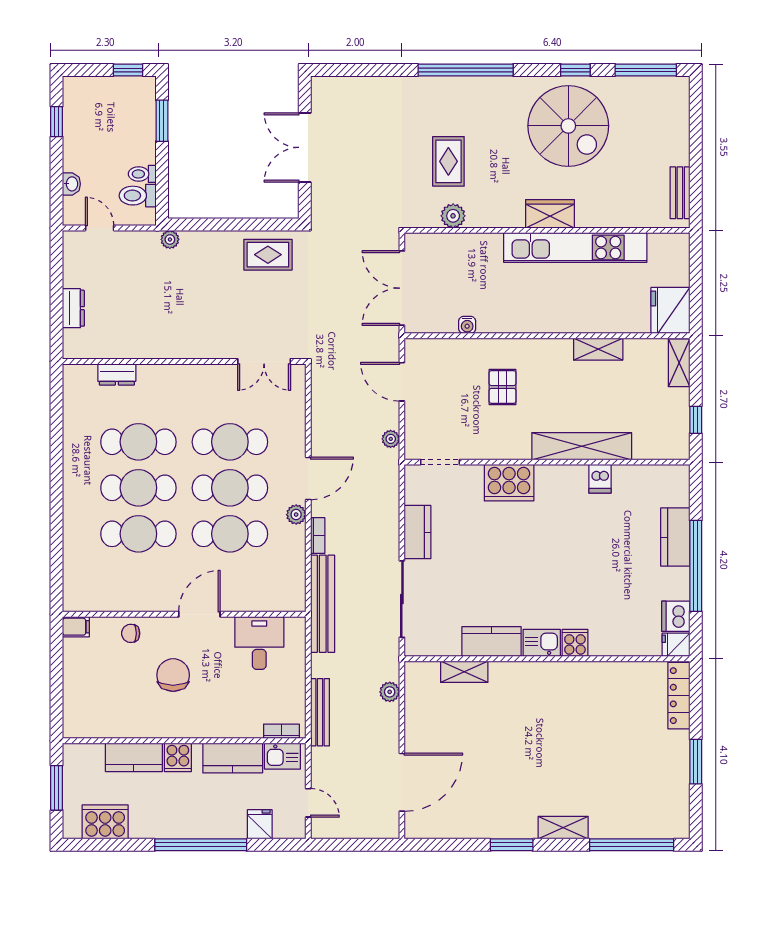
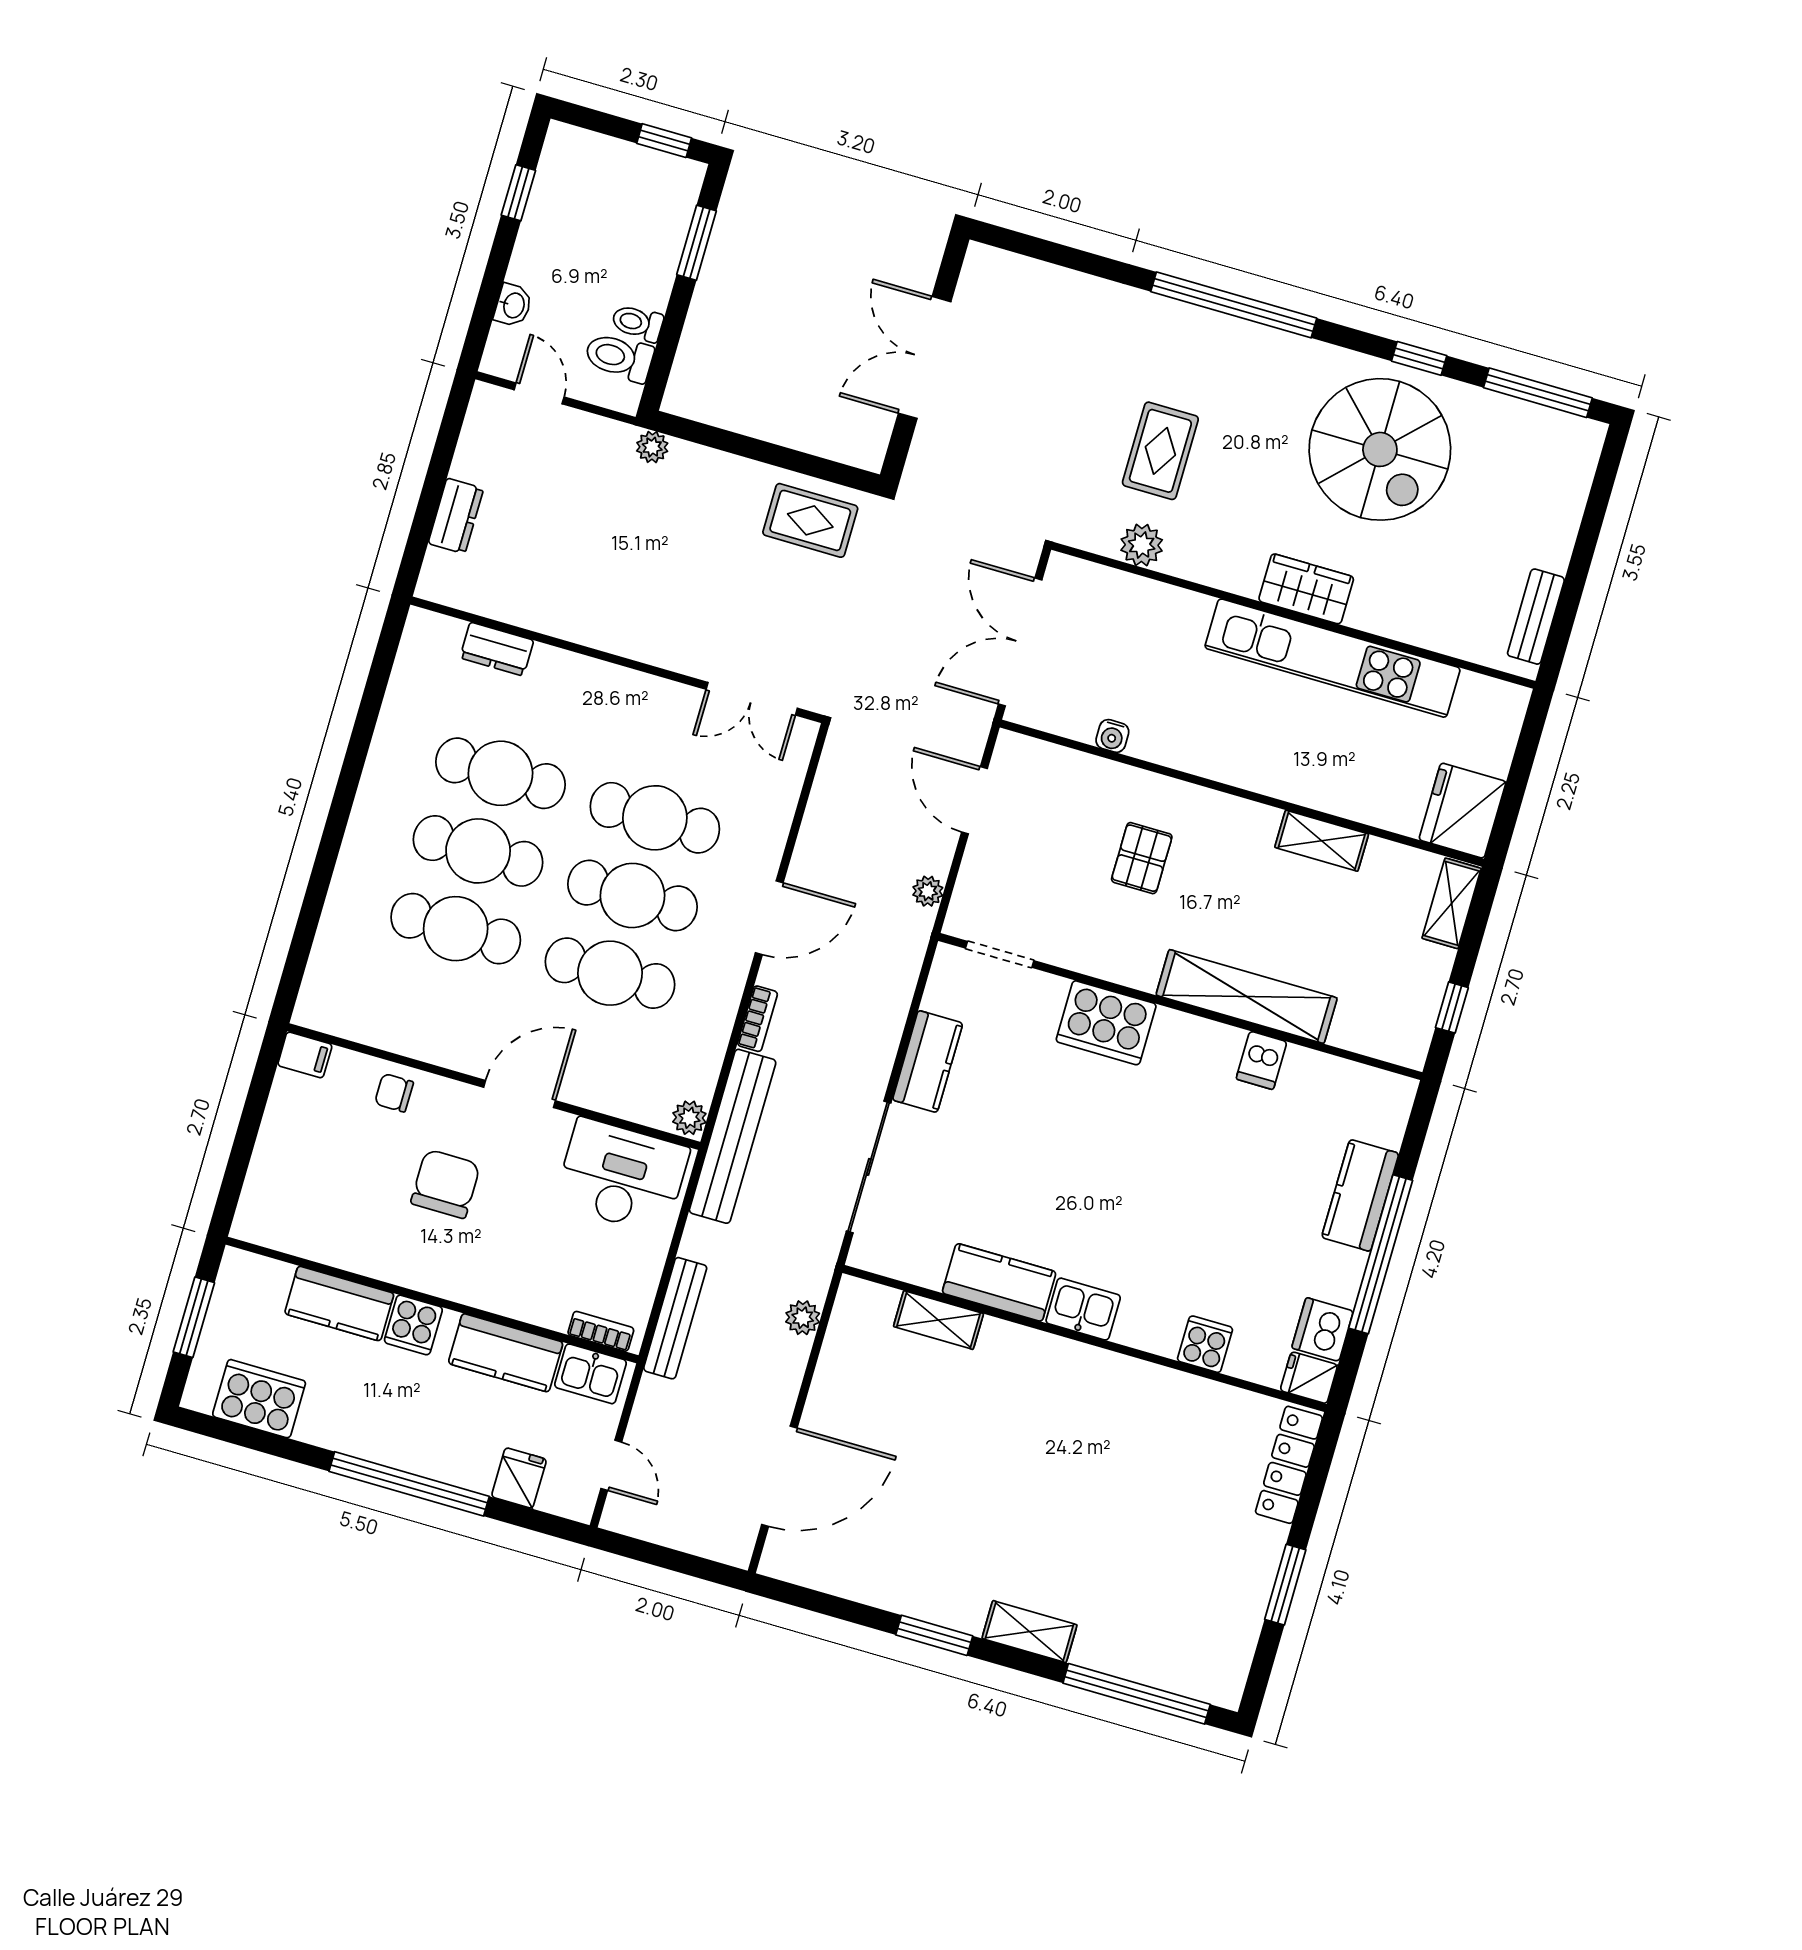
plant: (296, 515) -> (689, 1118), moved
desk: (259, 643) -> (622, 1176), width x1.37
cooker: (575, 643) -> (1205, 1344), moved

